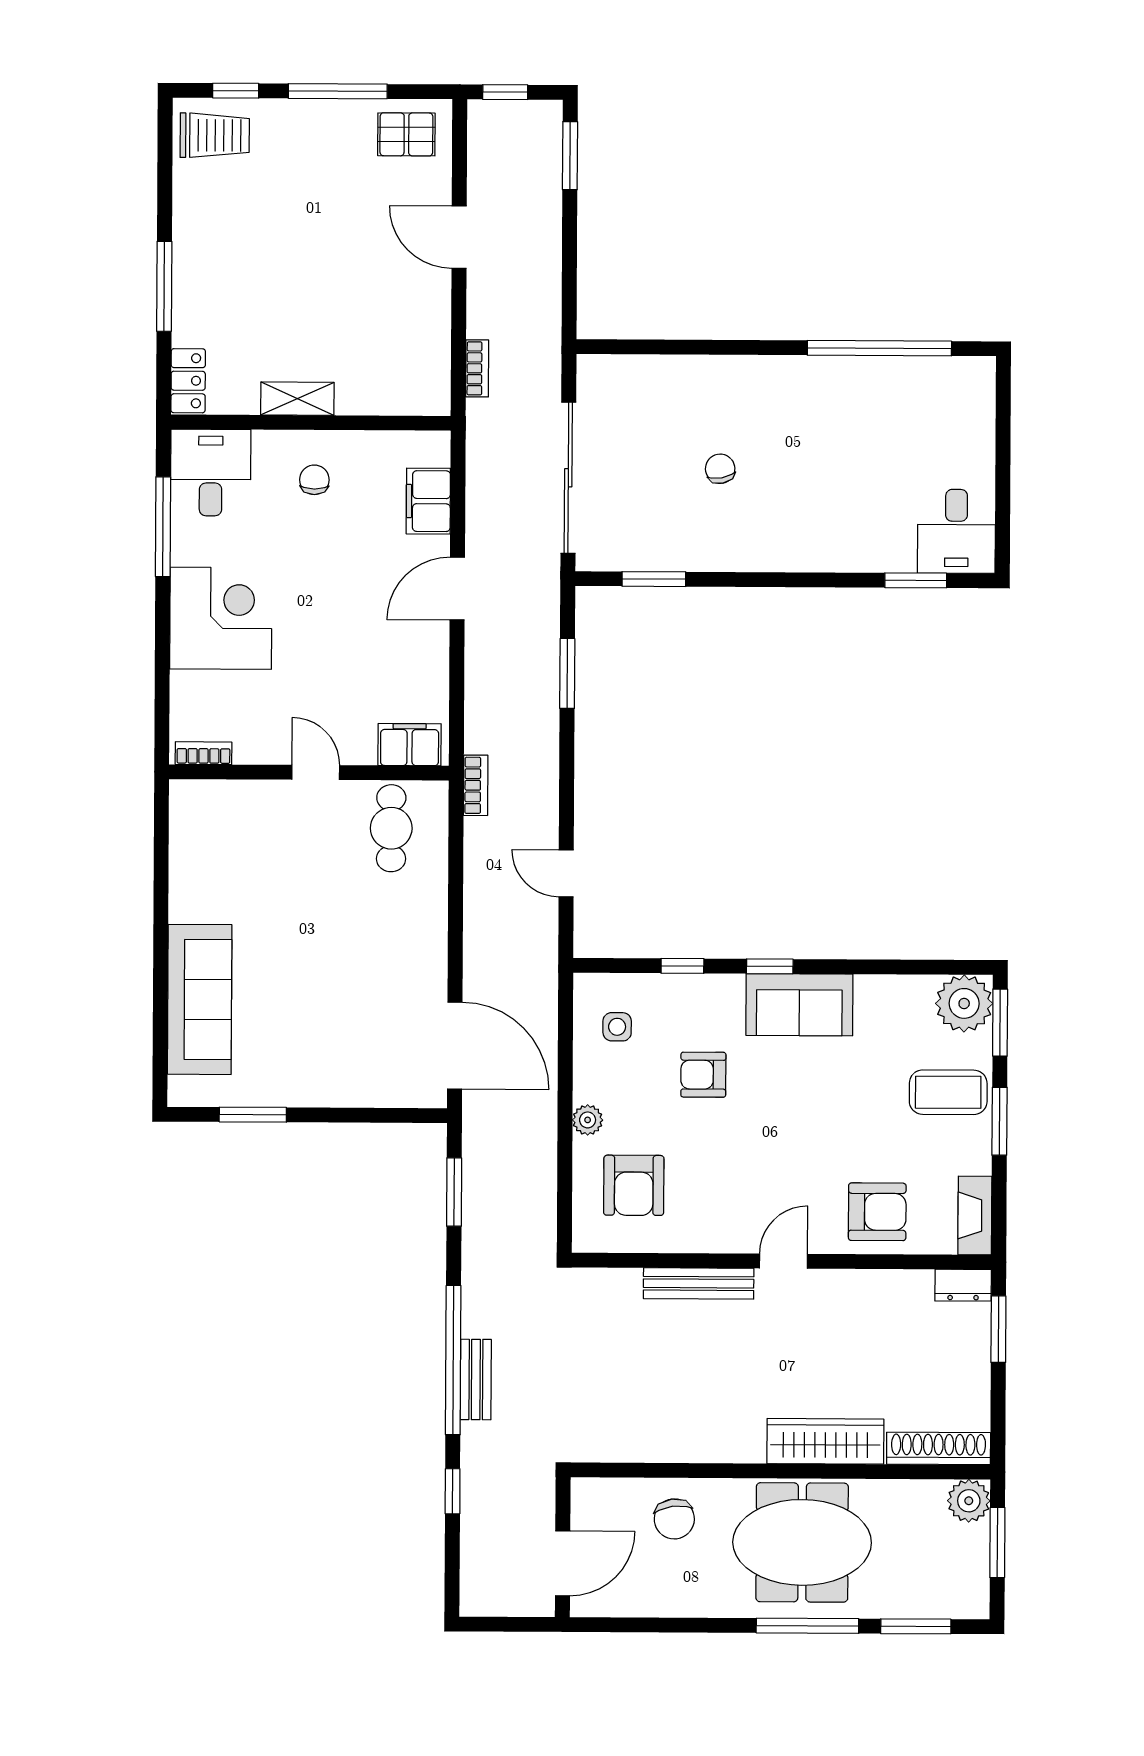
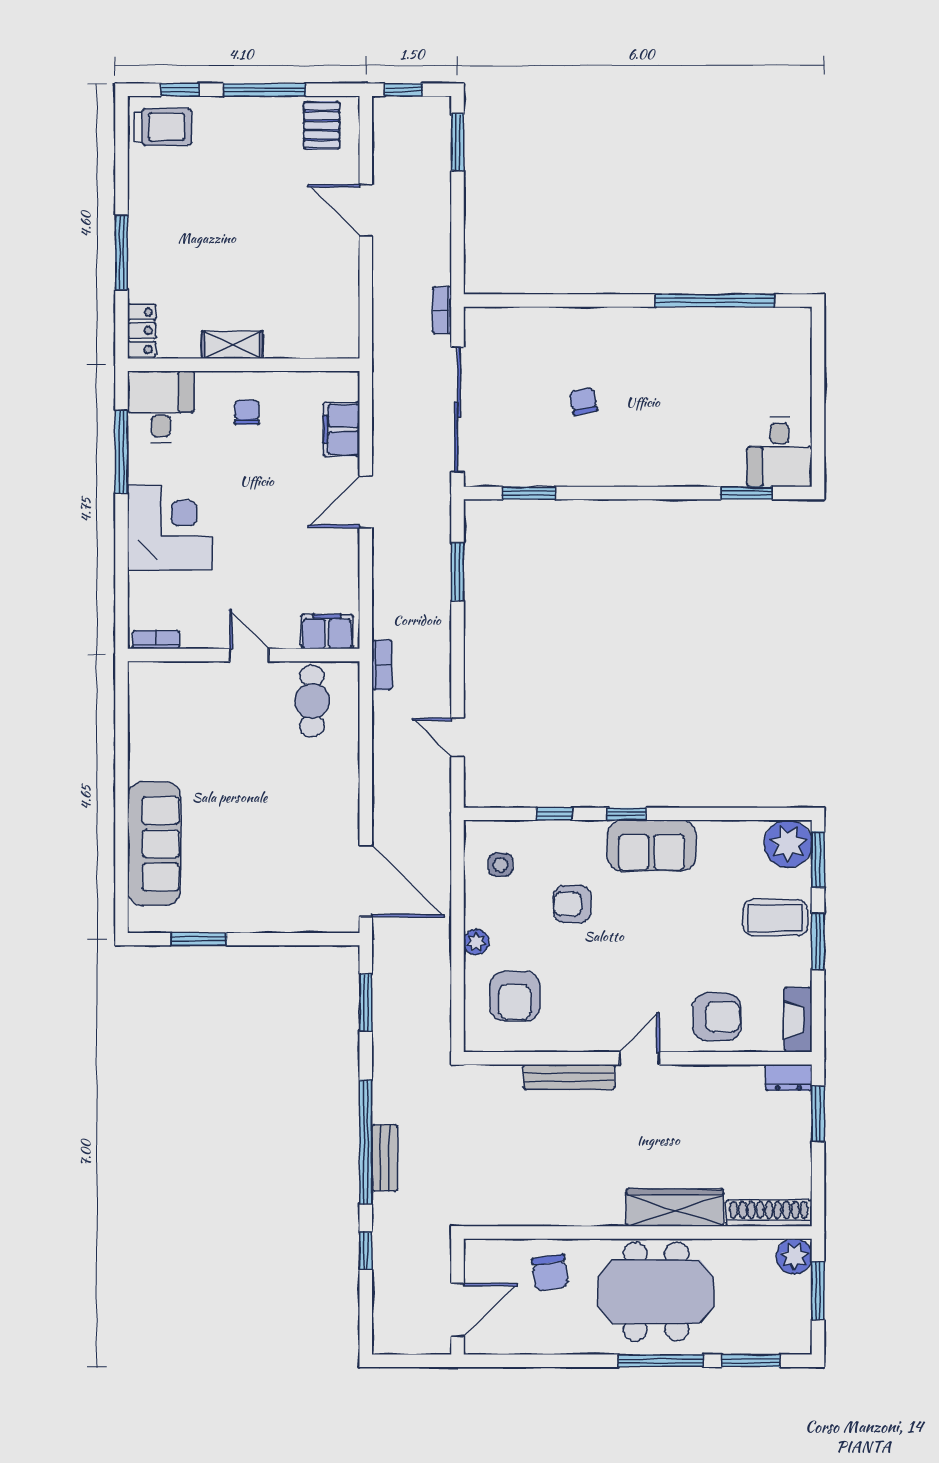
pallet: (406, 134) -> (322, 125), turned 90
bookcase: (477, 368) -> (442, 310), moved, turned 180

